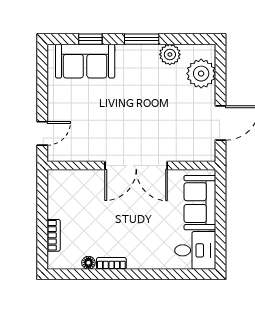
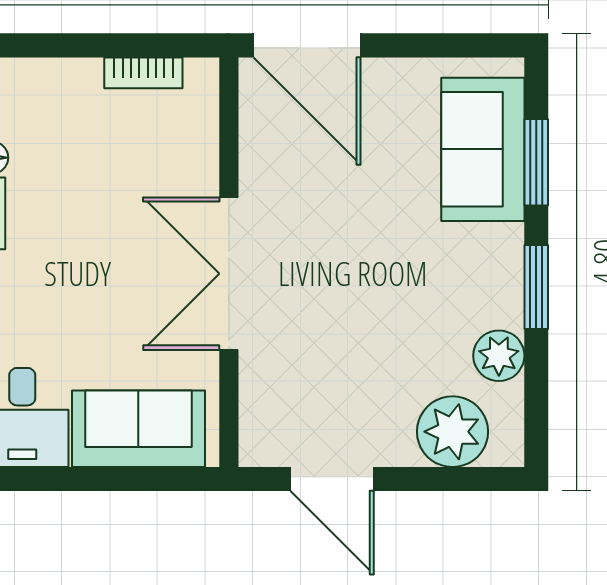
window: (90, 39) -> (536, 162), width x1.50
door: (42, 133) -> (307, 45), width x1.88
bookcase: (54, 235) -> (143, 73), moved

